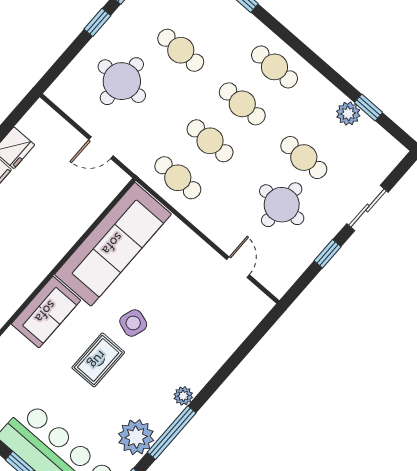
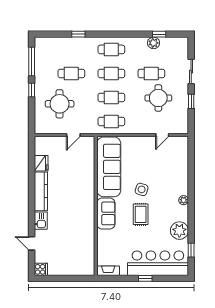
door: (238, 267) -> (162, 135), swing flipped
window: (172, 433) -> (191, 217), removed

